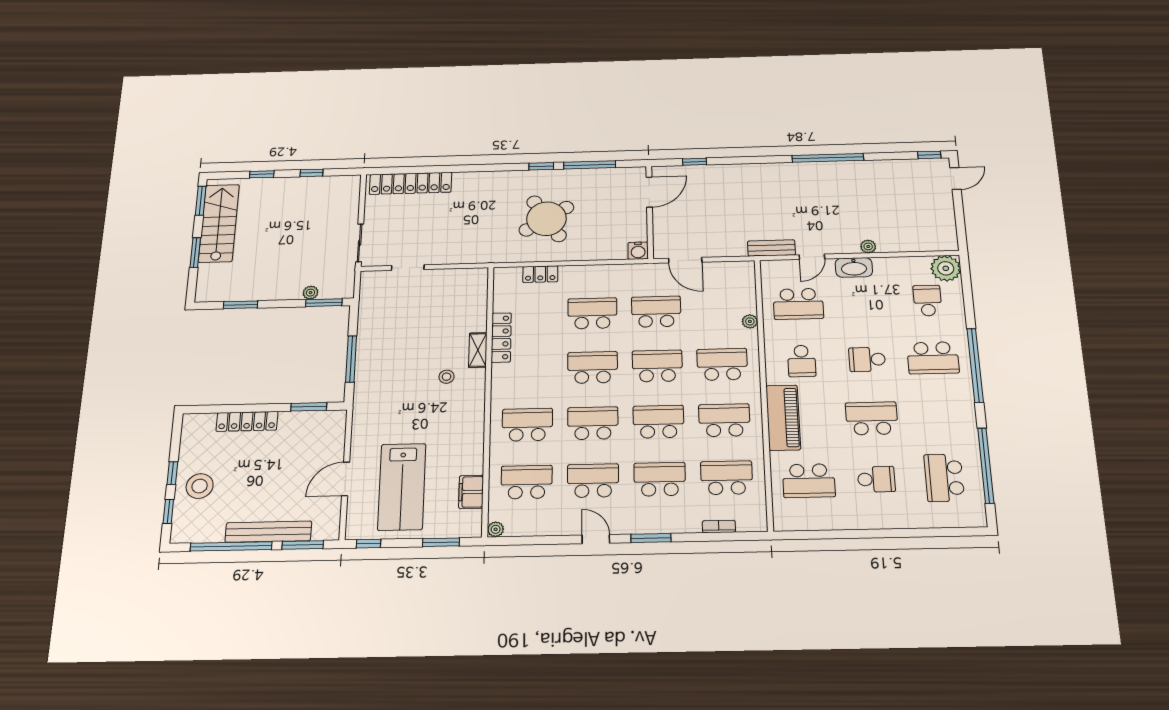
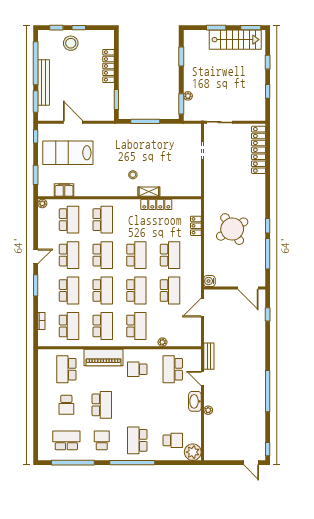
school desk: (867, 359) -> (102, 440), moved

